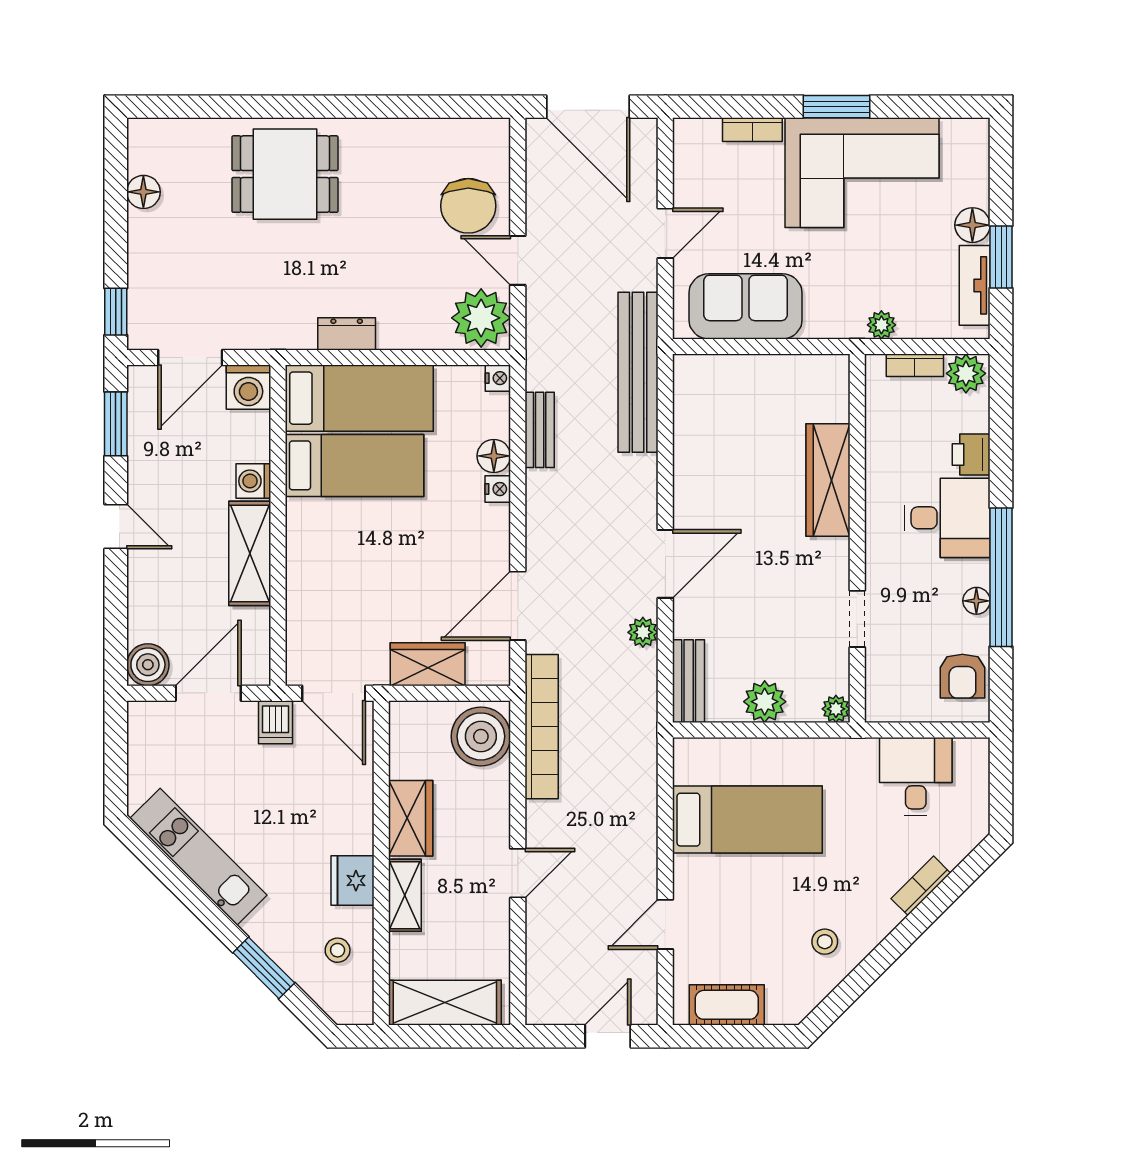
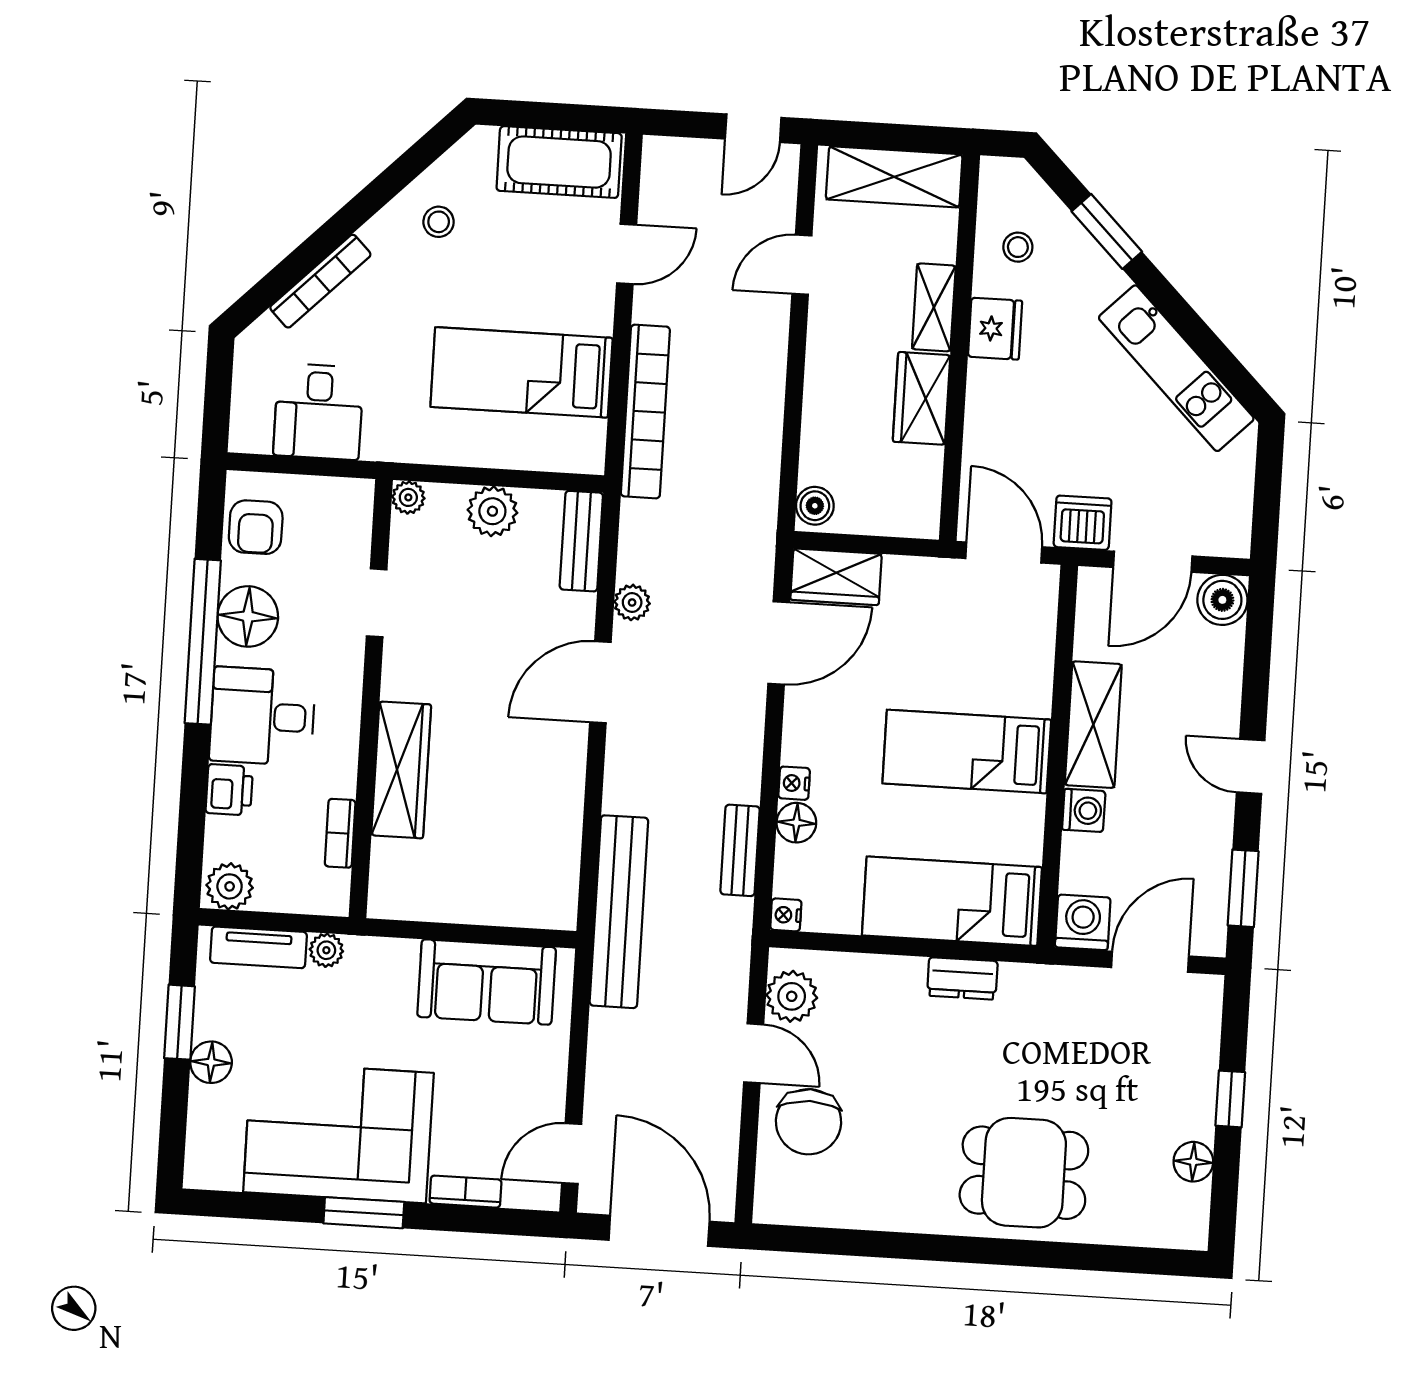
chair: (468, 206) -> (809, 1122), turned 180
door: (665, 233) -> (572, 1153), moved
tv unit: (975, 285) -> (258, 947), moved, turned 90
window: (116, 312) -> (1230, 1099), moved
plant: (481, 318) -> (792, 996), width x0.73, depth x0.73
bookcase: (915, 365) -> (340, 833), moved, turned -90
bed: (355, 465) -> (967, 752), moved
floor lamp: (976, 601) -> (248, 616), width x1.89, depth x1.89
wardrobe: (428, 664) -> (836, 577), moved
armchair: (962, 676) -> (256, 527), turned 180
dishwasher: (276, 722) -> (1083, 523), width x1.38
bookcase: (542, 727) -> (645, 412), moved, turned 180
boiler: (481, 736) -> (815, 506), width x0.54, depth x0.54
door: (518, 873) -> (802, 265), moved
bookcase: (921, 886) -> (320, 281), width x1.56
cot: (727, 1005) -> (559, 162), width x1.37, depth x1.34
door: (608, 1036) -> (753, 128), moved

